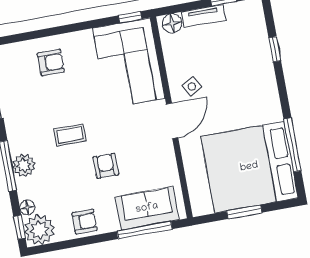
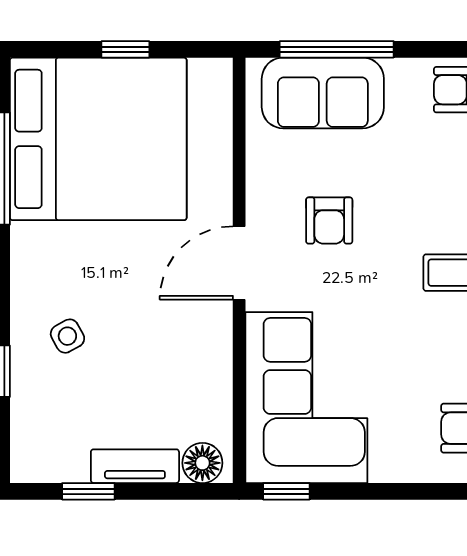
side table: (192, 86) -> (67, 336), moved
armchair: (106, 166) -> (329, 220), moved
window: (244, 212) -> (125, 49), width x0.67

